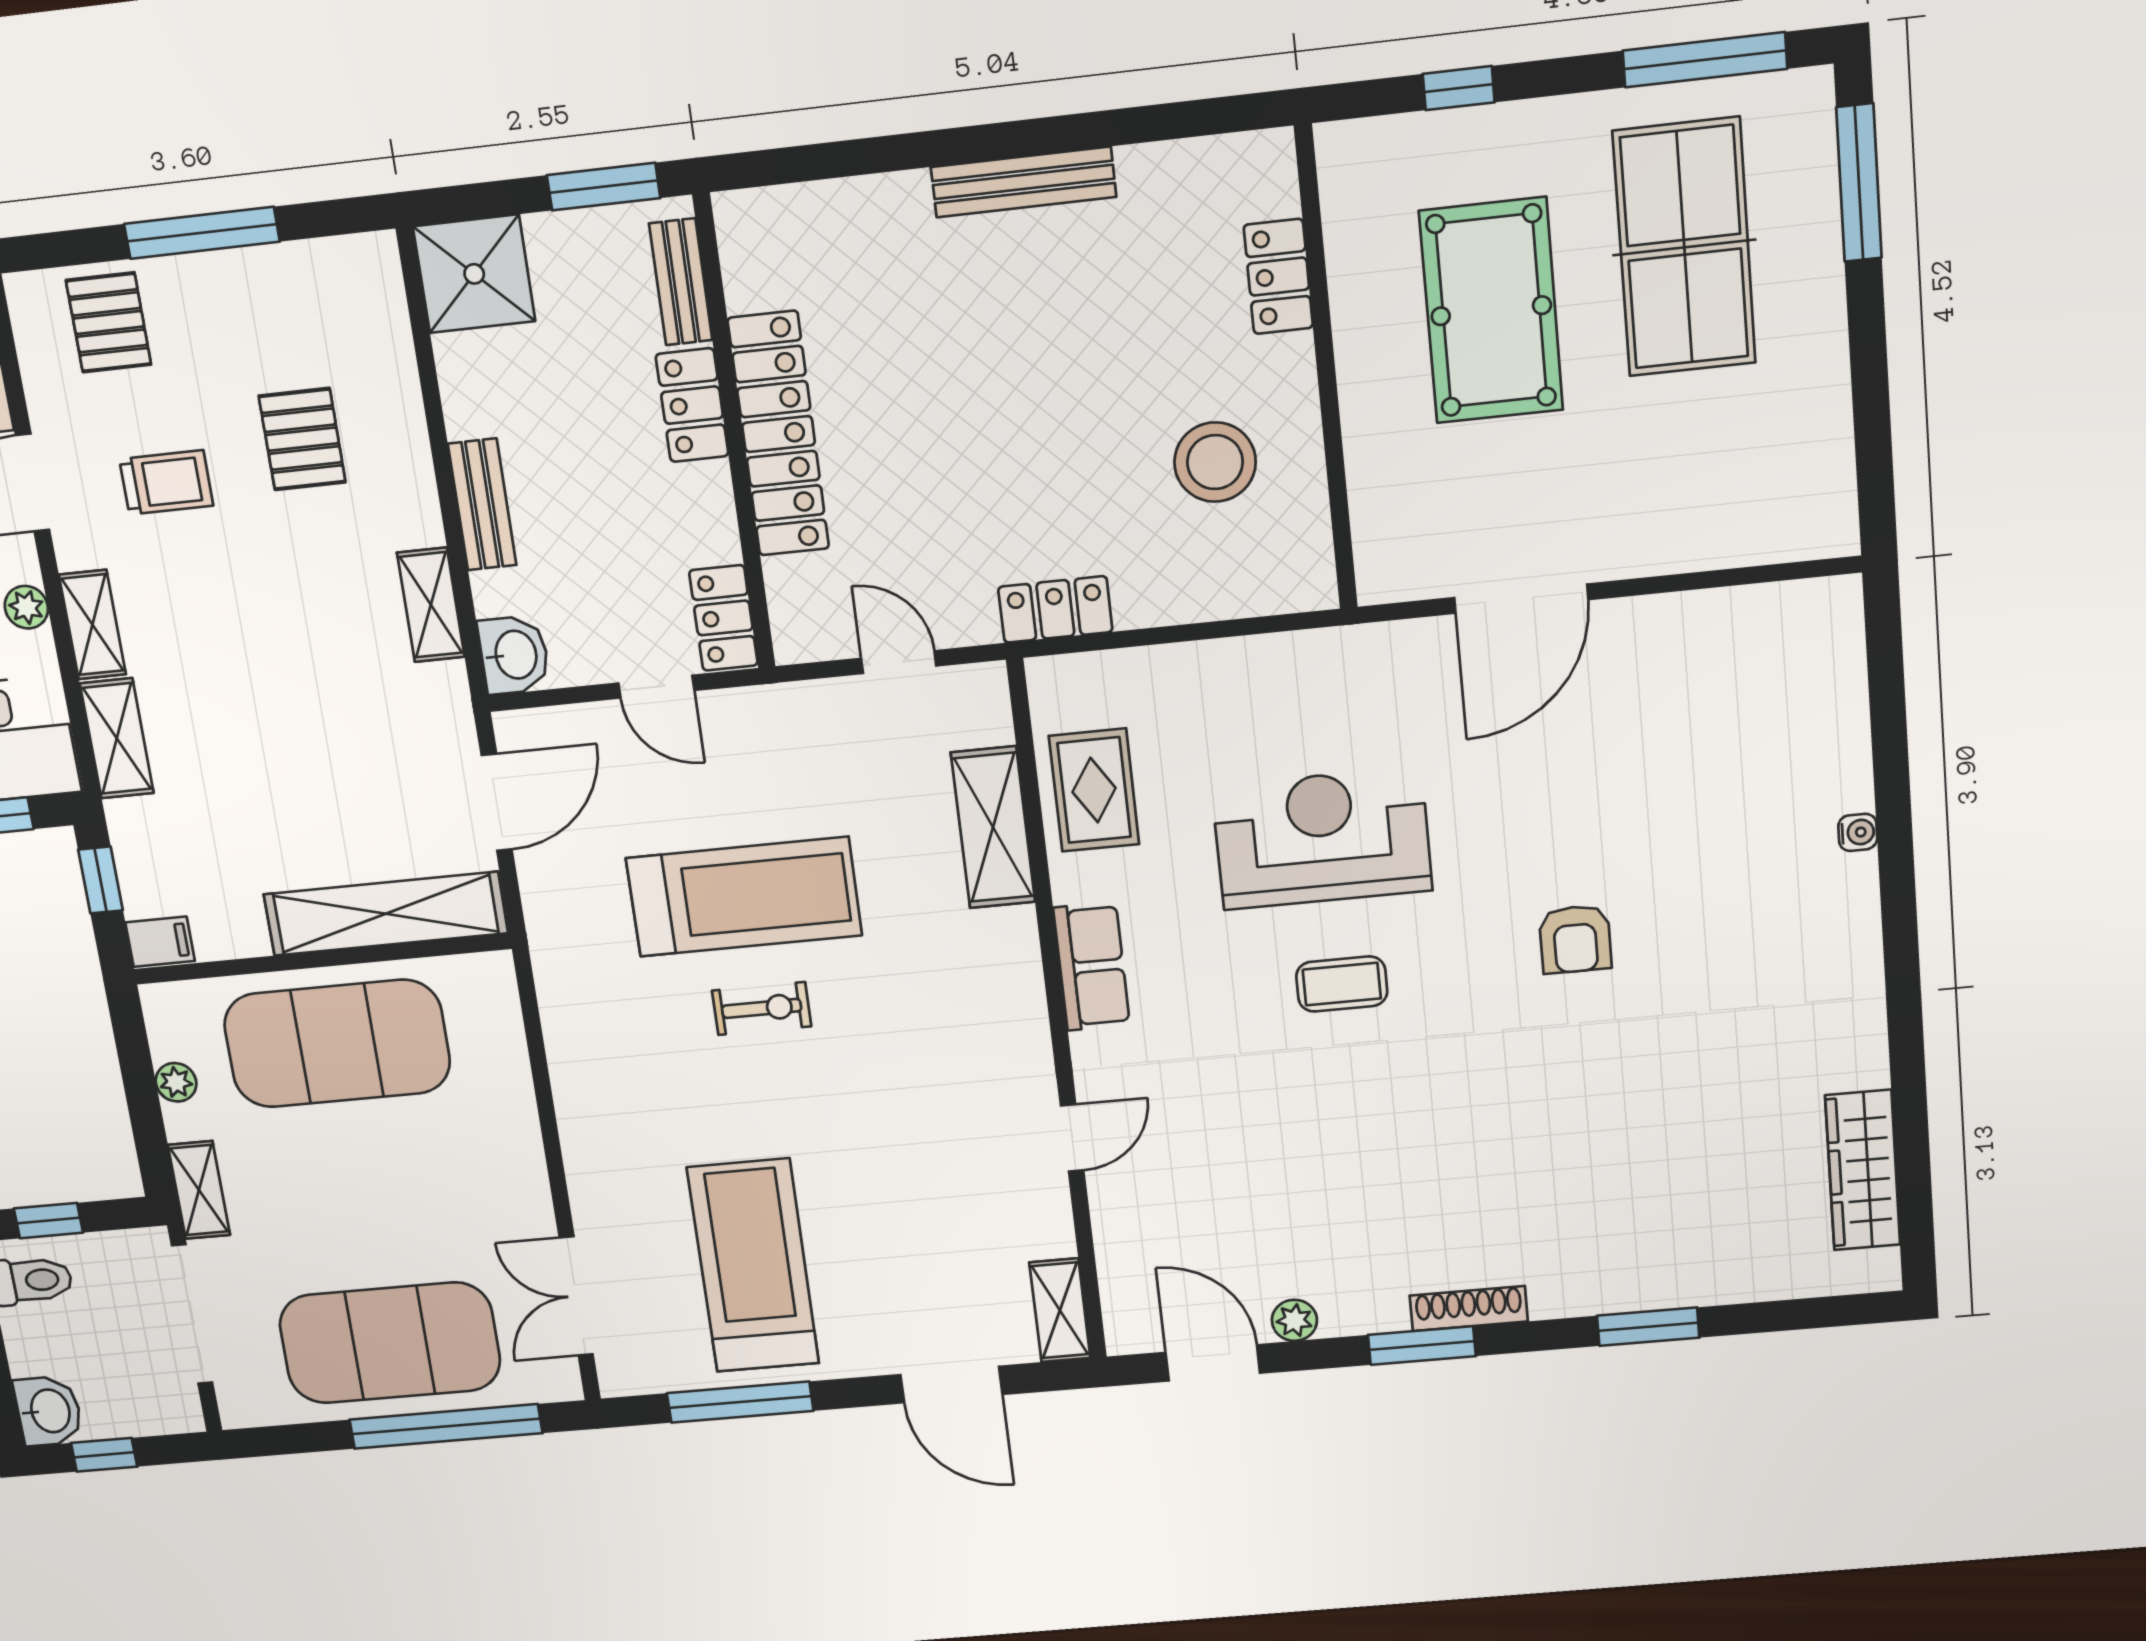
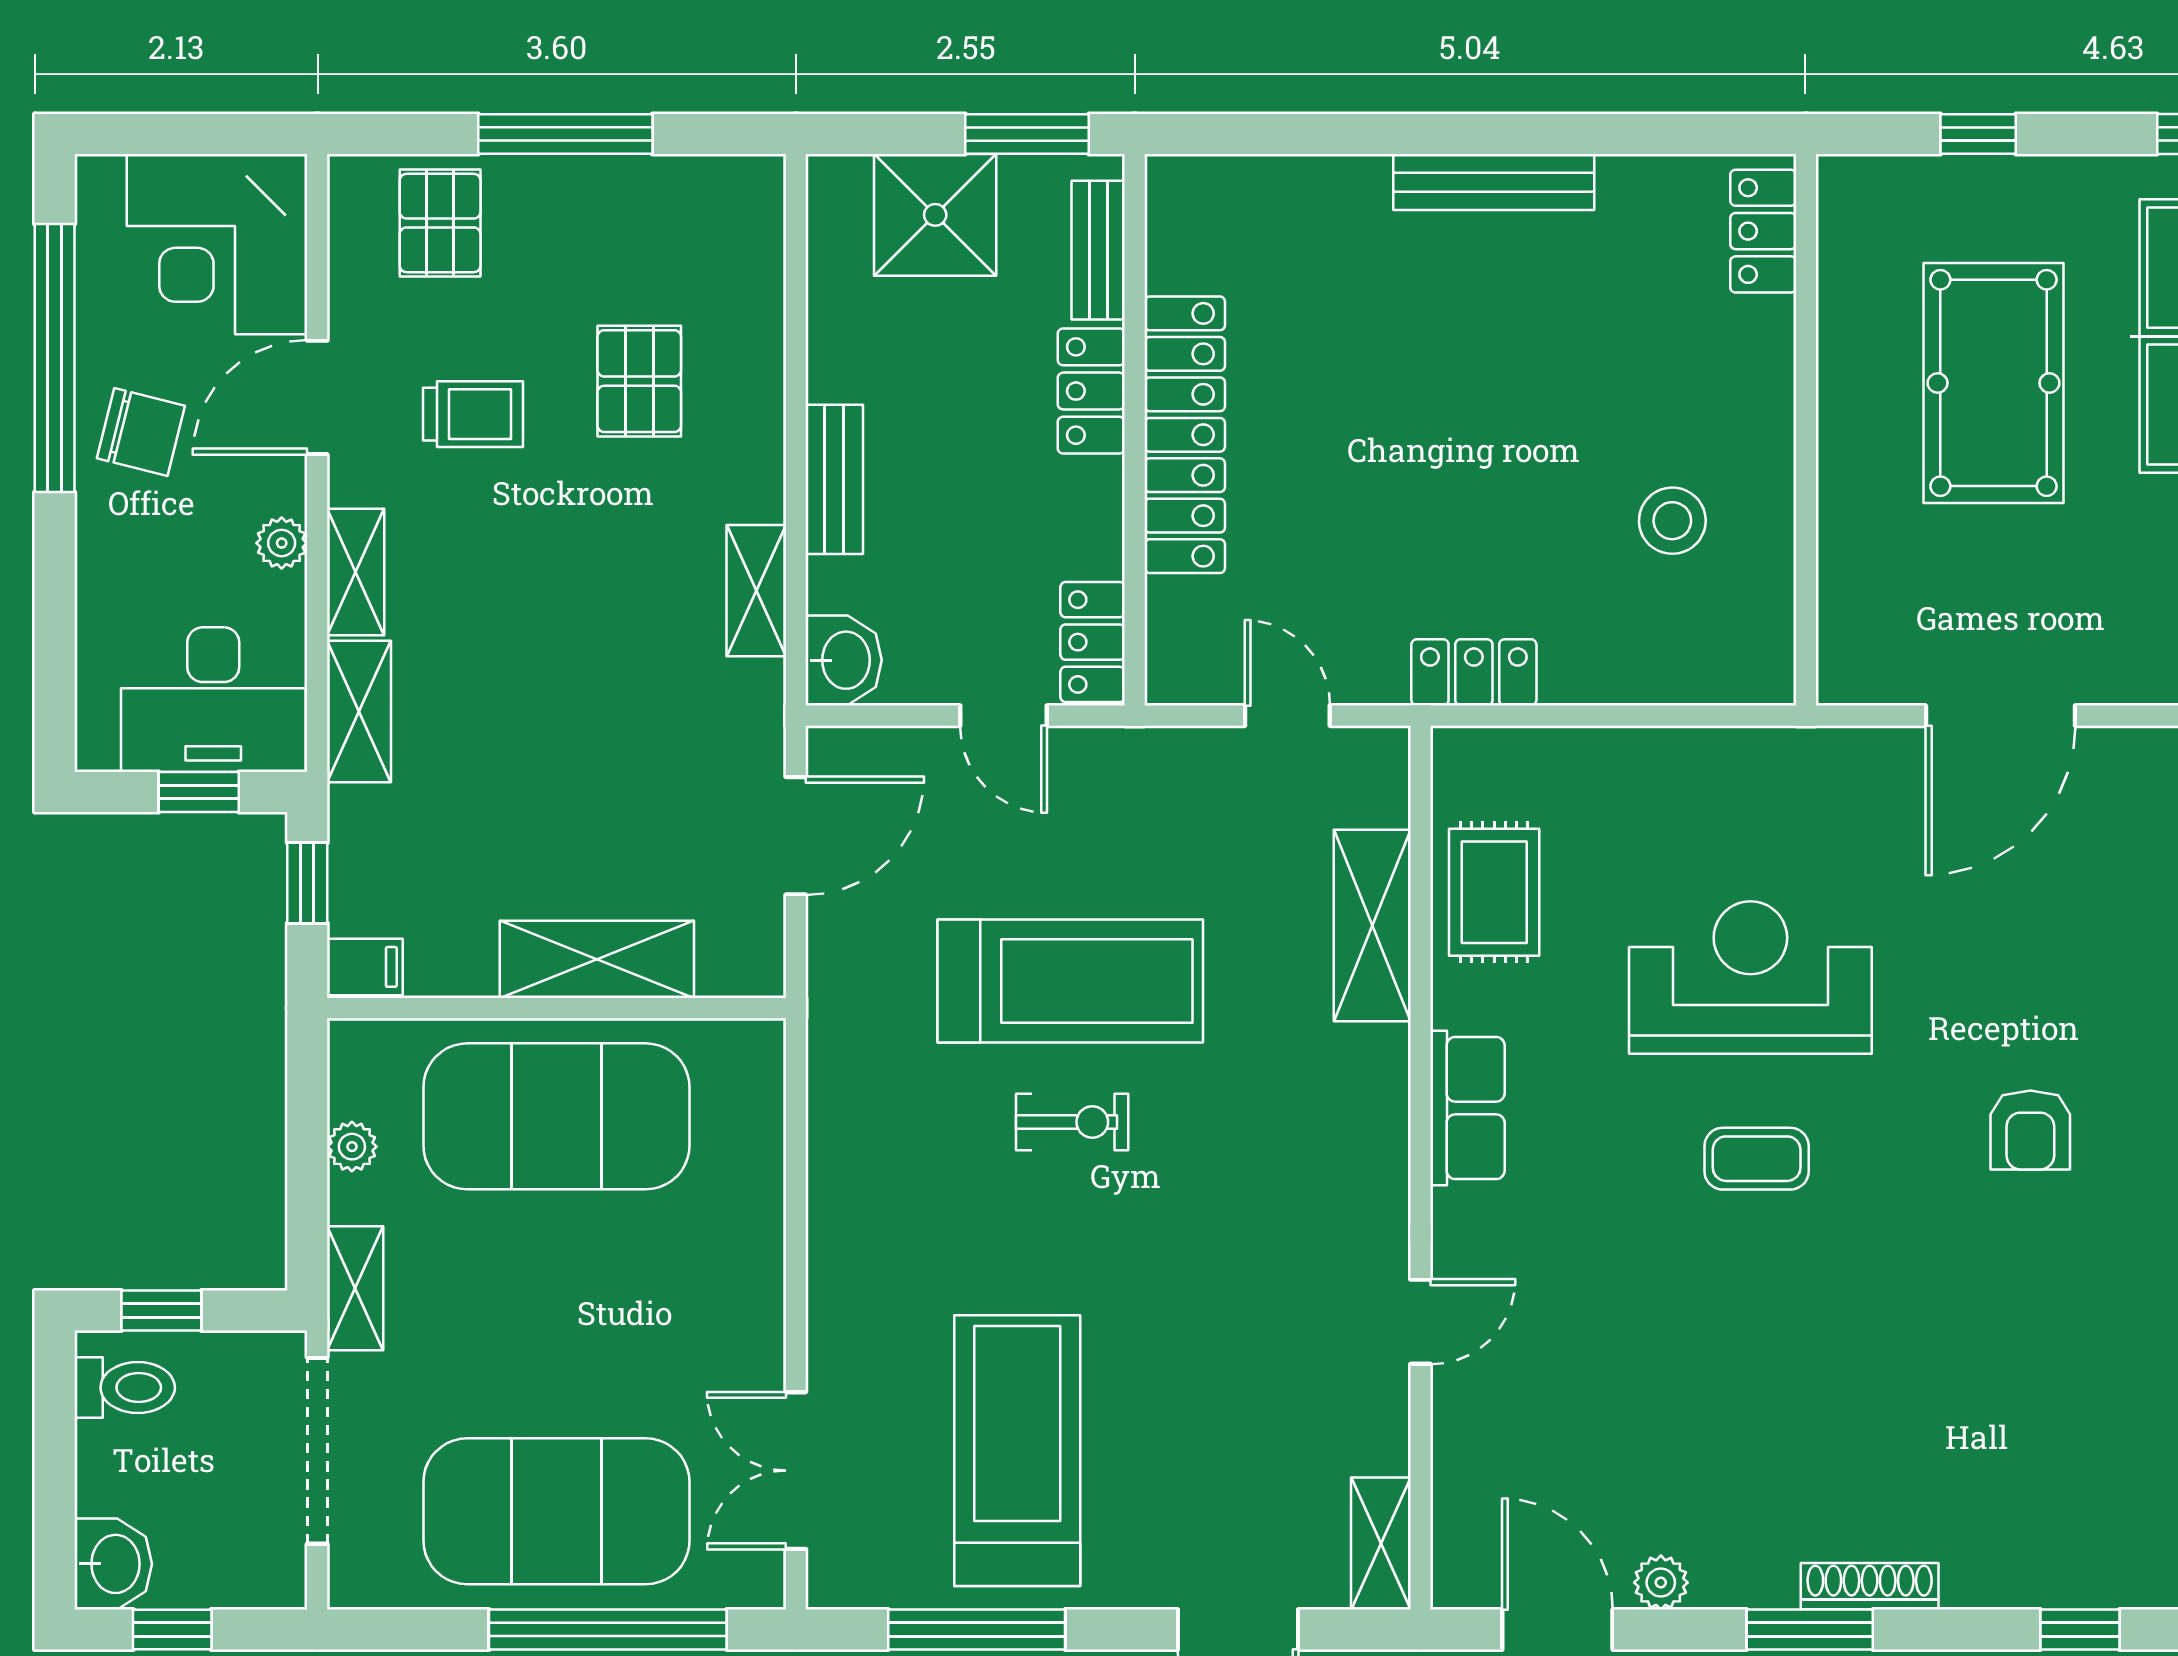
shower: (474, 274) -> (935, 215), moved
locker: (1278, 276) -> (1763, 231), moved
stool: (1215, 462) -> (1672, 521), width x0.73, depth x0.73
shelving: (386, 914) -> (597, 959), width x0.68
window: (1648, 1327) -> (2080, 1630), width x0.67

